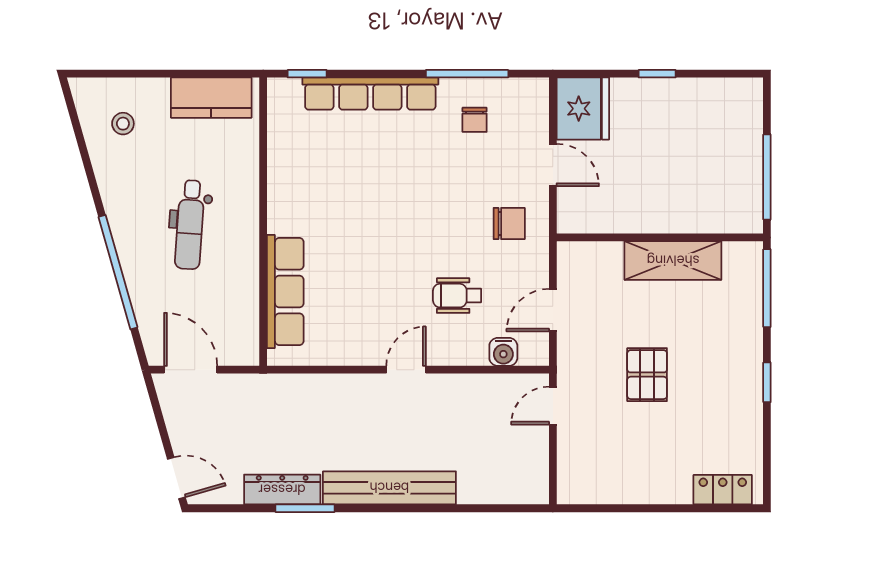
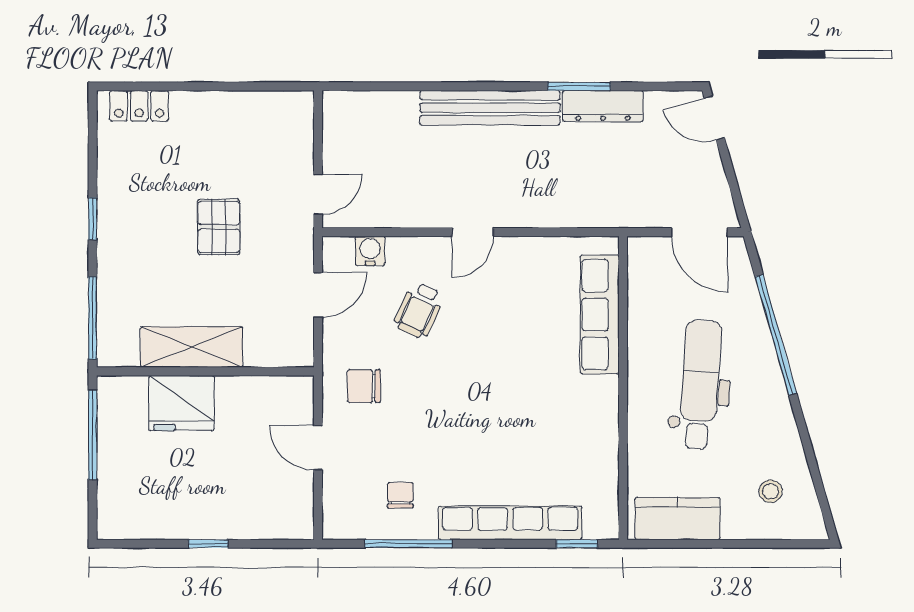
fridge: (583, 109) -> (181, 403), moved, turned -90
dental chair: (190, 225) -> (700, 385), width x1.36, depth x1.38
wheelchair: (457, 296) -> (419, 310), turned 115

